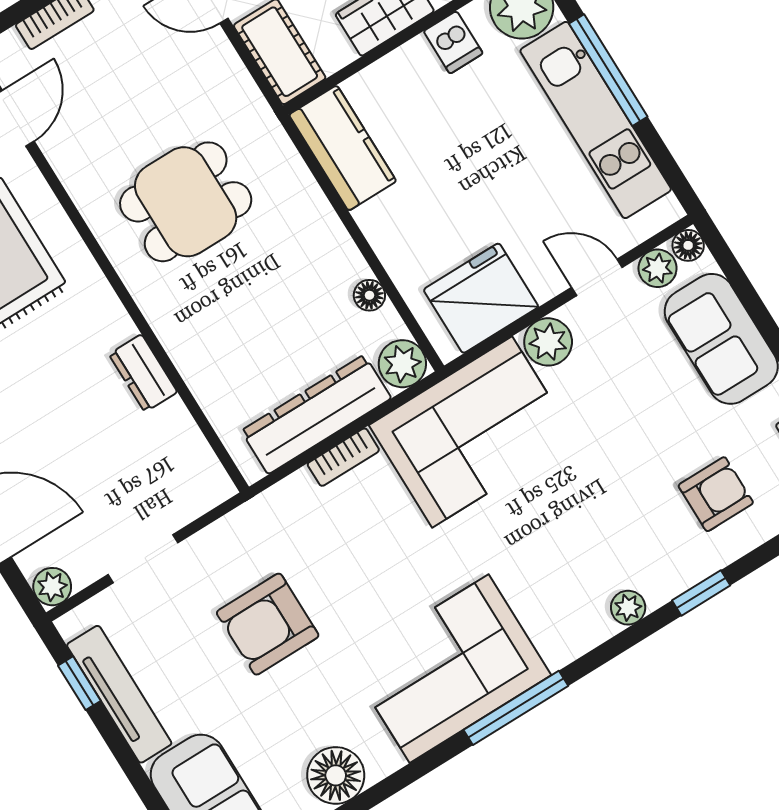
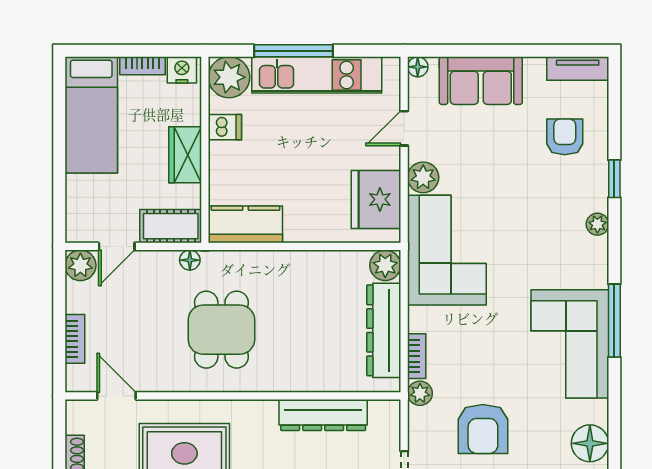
plant: (658, 268) -> (420, 393), moved
floor lamp: (369, 295) -> (190, 260), moved
dresser: (143, 373) -> (323, 415), width x1.96, depth x1.24
bookcase: (343, 457) -> (417, 356), moved

